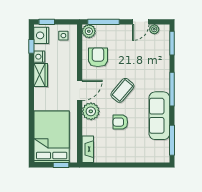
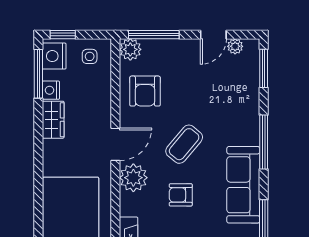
window: (31, 46) -> (38, 74), width x2.17
armchair: (98, 57) -> (145, 91), turned 180

